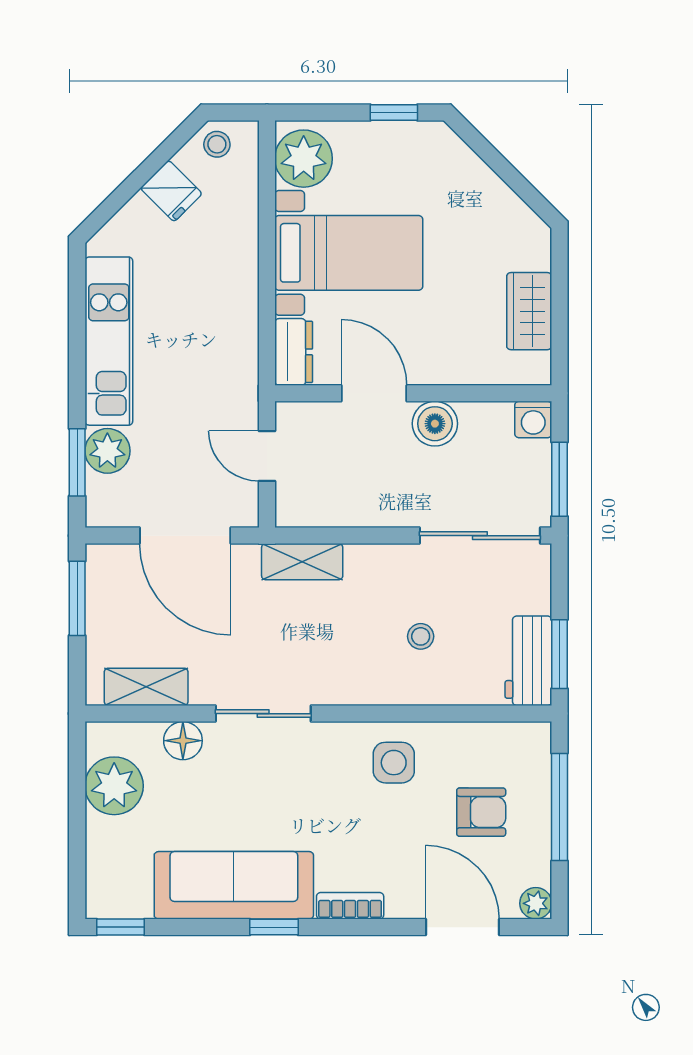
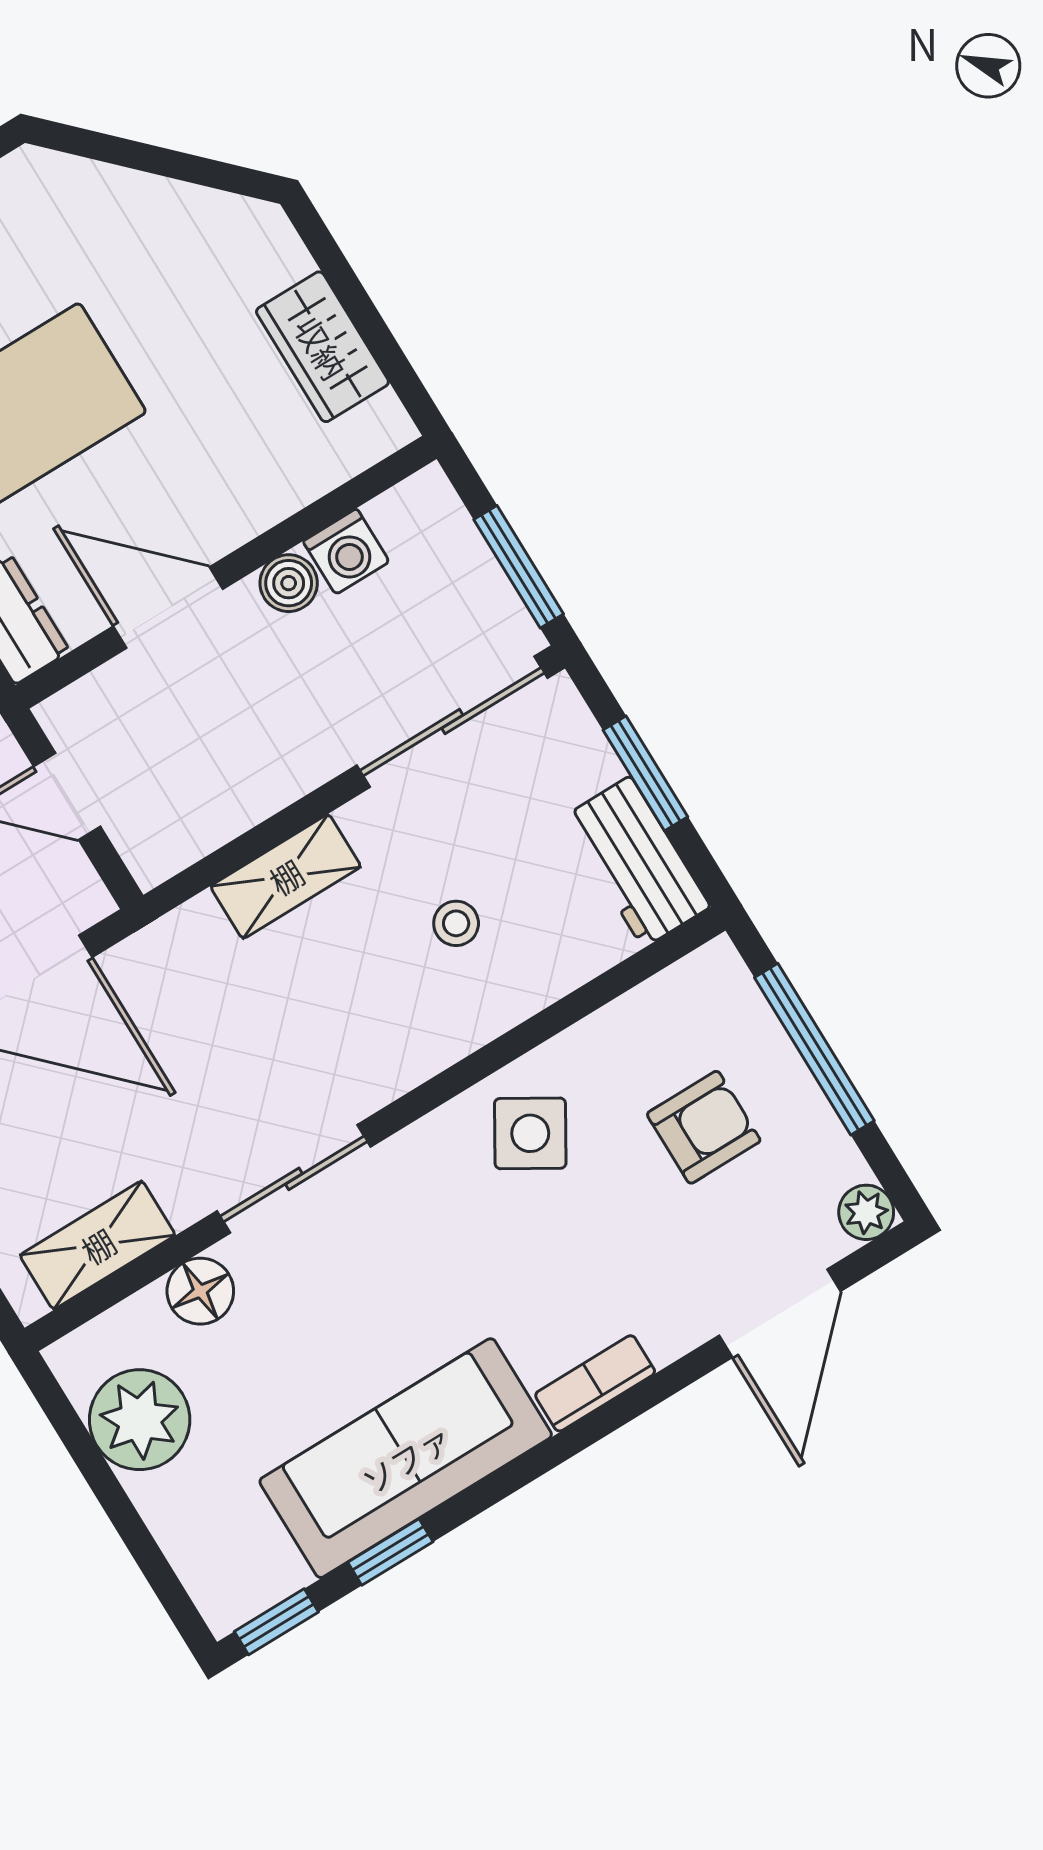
washing machine: (533, 419) -> (346, 552), moved
boiler: (435, 424) -> (289, 583), width x0.73, depth x0.73
shelving: (302, 562) -> (286, 876), moved
window: (559, 654) -> (645, 773), moved
side table: (394, 763) -> (530, 1133), turned 31
window: (274, 927) -> (390, 1552), moved
door: (462, 927) -> (780, 1313), swing flipped

